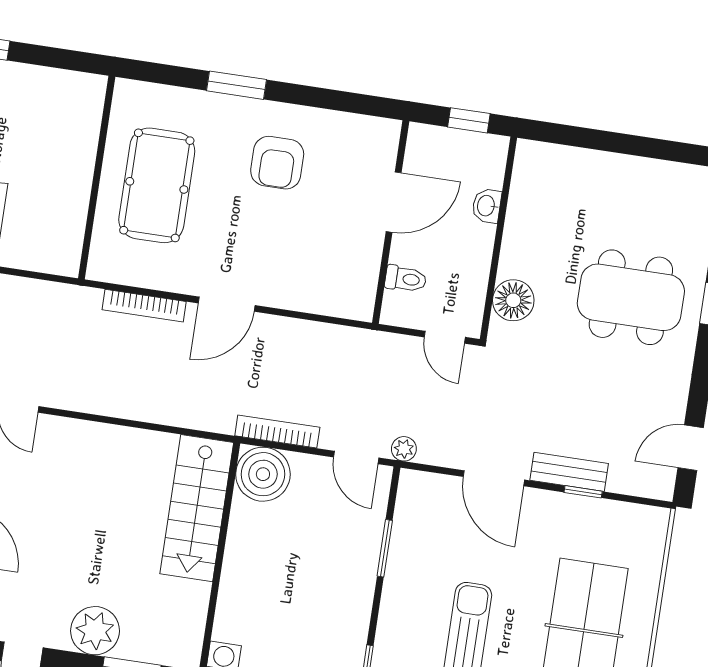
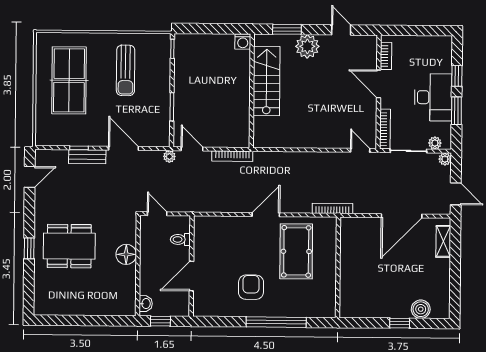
window: (236, 85) -> (276, 322), width x2.11
pool table: (157, 185) -> (296, 251), moved
washbasin: (487, 206) -> (146, 304), moved
floor lamp: (513, 300) -> (126, 254), moved
bookcase: (144, 306) -> (333, 208), moved
boiler: (263, 474) -> (236, 134), removed
stairs: (197, 508) -> (267, 81), moved

